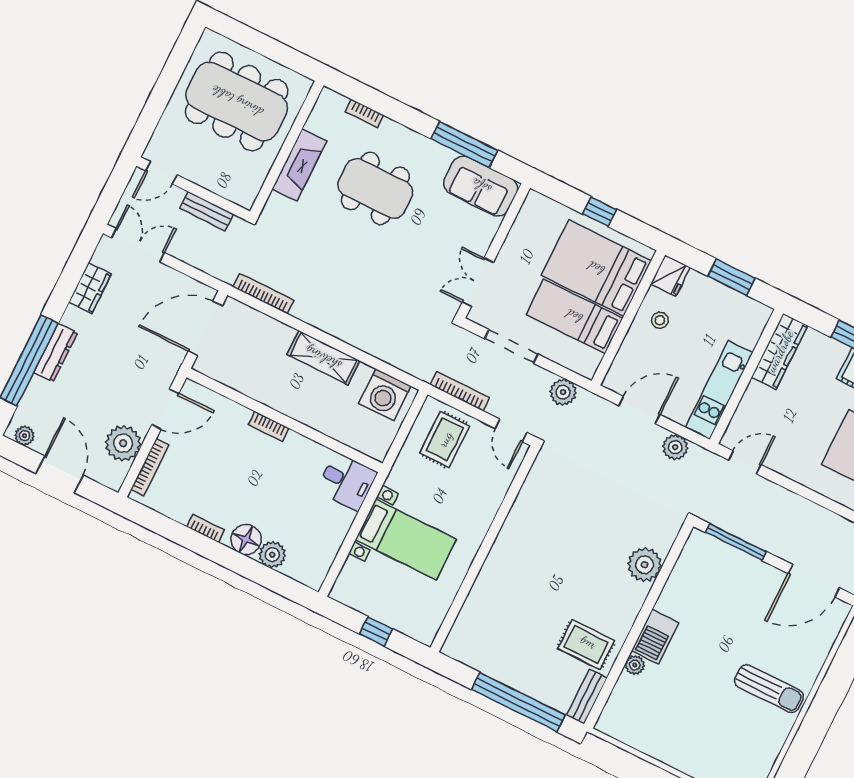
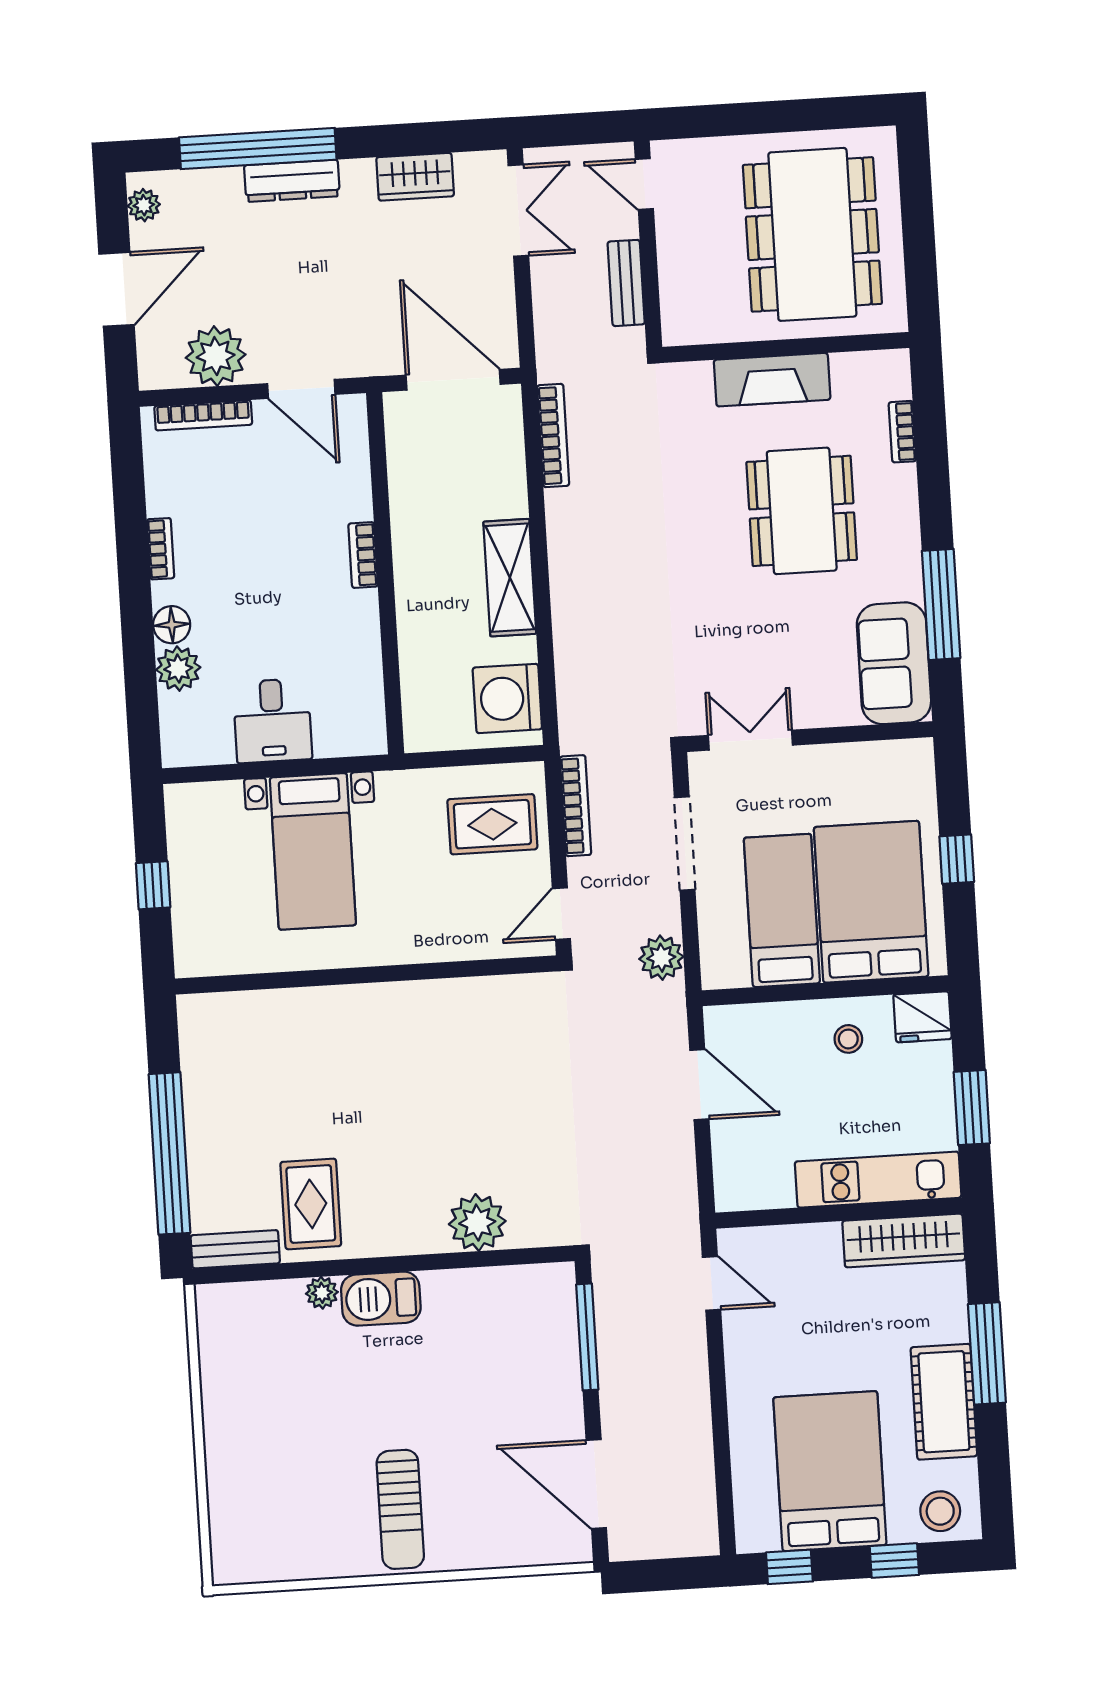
kitchen unit: (719, 390) -> (878, 1180), moved
plant: (675, 447) -> (675, 1168), removed
desk: (347, 482) -> (272, 721), moved
floor lamp: (246, 540) -> (172, 625), width x0.73, depth x0.73

